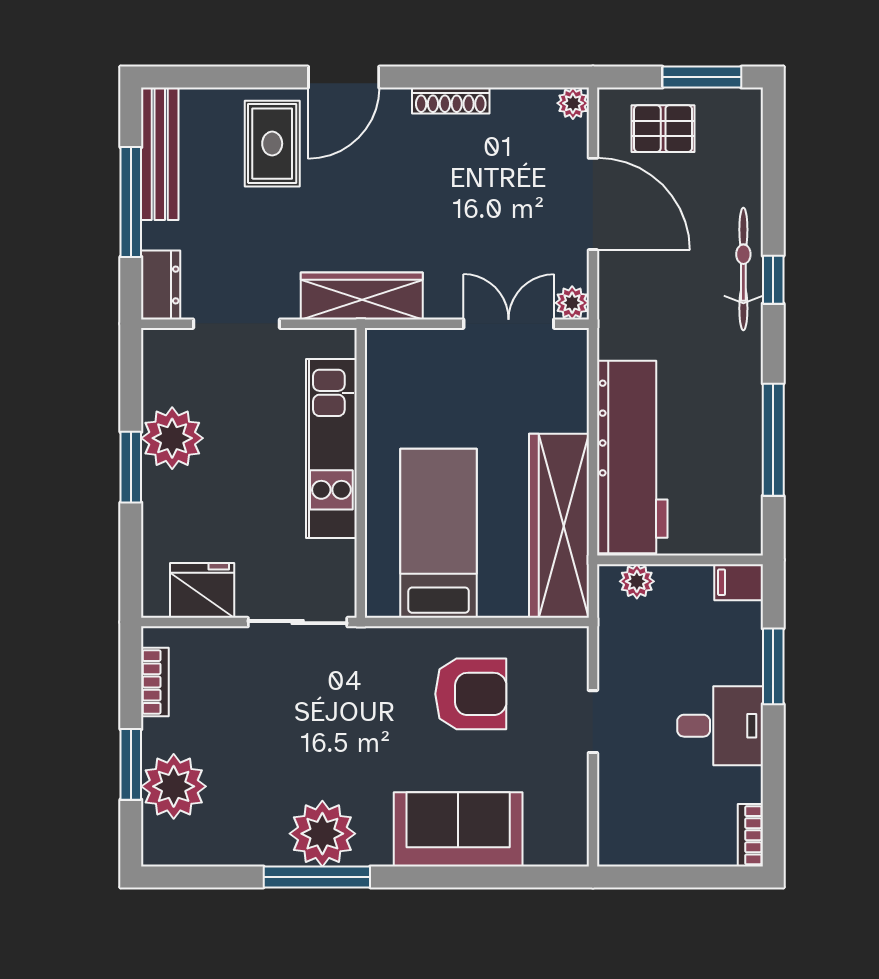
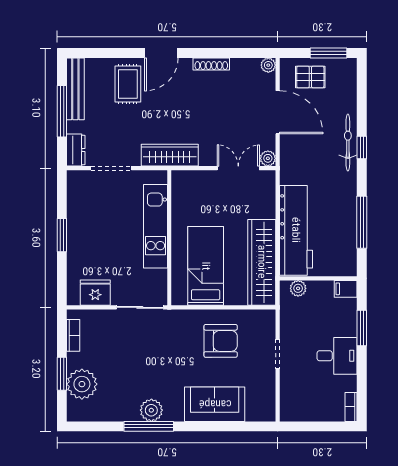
plant: (172, 438) -> (81, 222), removed
plant: (322, 834) -> (151, 410), width x0.73, depth x0.73

